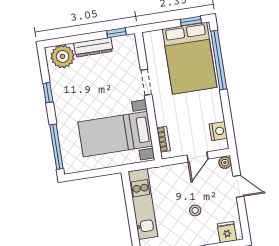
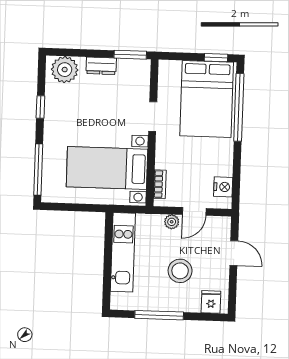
window: (116, 33) -> (130, 55), width x1.50
dresser: (93, 47) -> (101, 66), width x0.70
plant: (225, 163) -> (172, 222), moved
stool: (195, 210) -> (180, 271), width x1.89, depth x1.89

